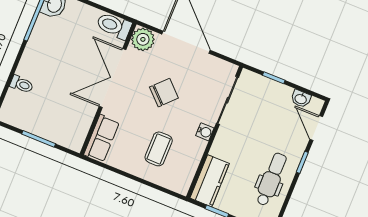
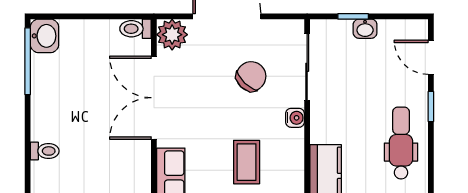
toilet: (114, 26) -> (136, 29), width x0.73, depth x0.72
chair: (164, 93) -> (251, 76), moved
washbasin: (301, 99) -> (365, 29), moved

